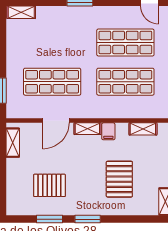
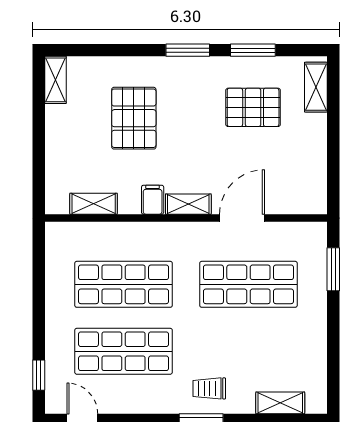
shelving: (21, 12) -> (280, 403), moved
trolley: (75, 21) -> (209, 388), added
shelving: (13, 143) -> (316, 87), moved

